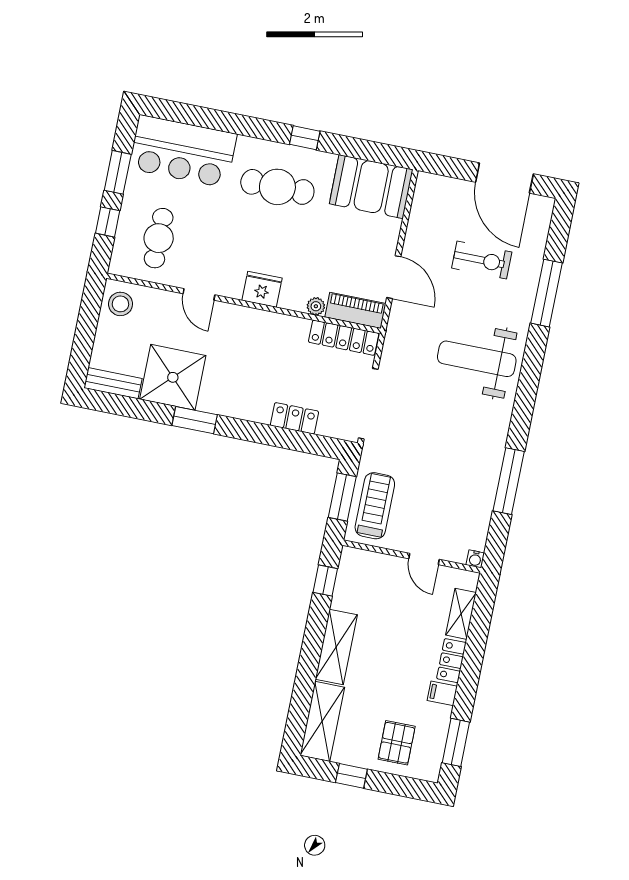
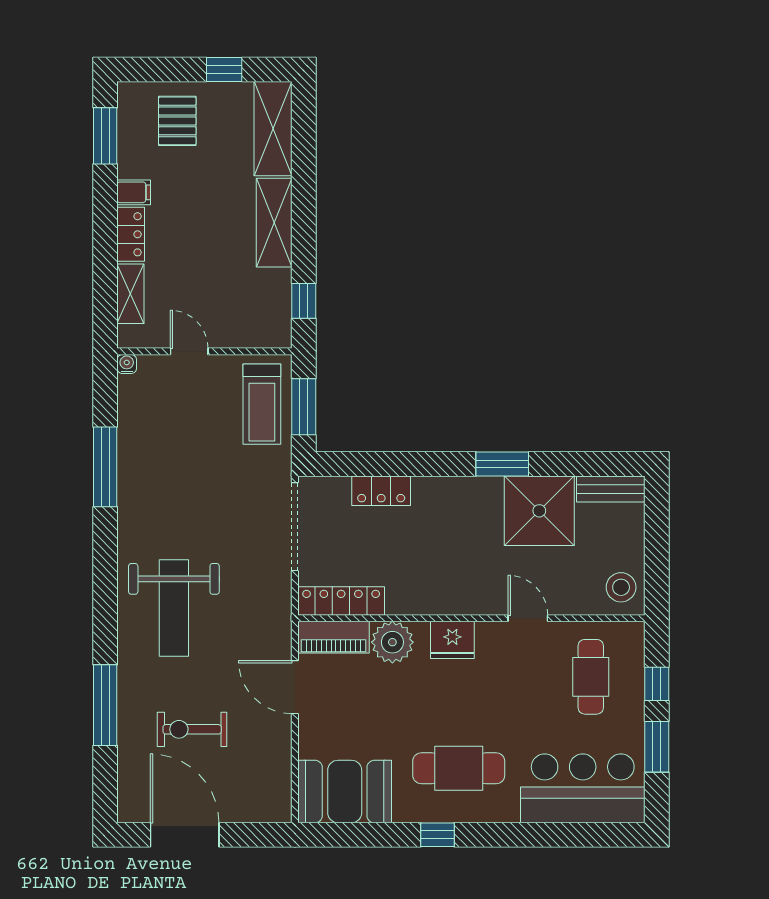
plant: (316, 306) -> (392, 642), width x1.87, depth x1.87
weight bench: (477, 359) -> (174, 608), turned 90

